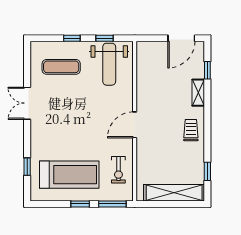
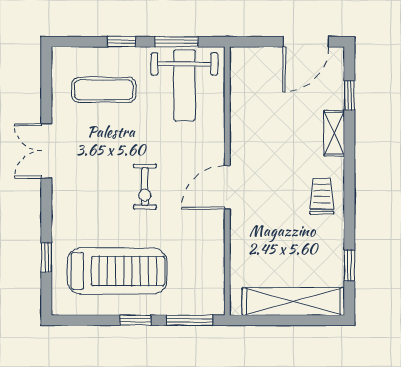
window: (104, 38) -> (176, 42), width x1.50
exercise bike: (118, 170) -> (145, 187), moved

